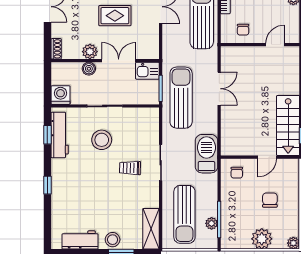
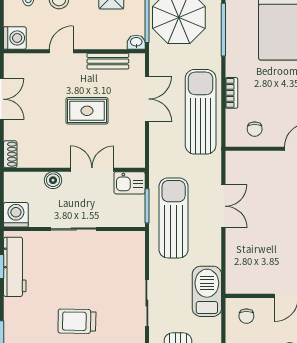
plant: (90, 52) -> (54, 158), removed
stool: (102, 140) -> (70, 273), removed
trolley: (130, 168) -> (77, 321), moved, width x1.36, depth x1.39

